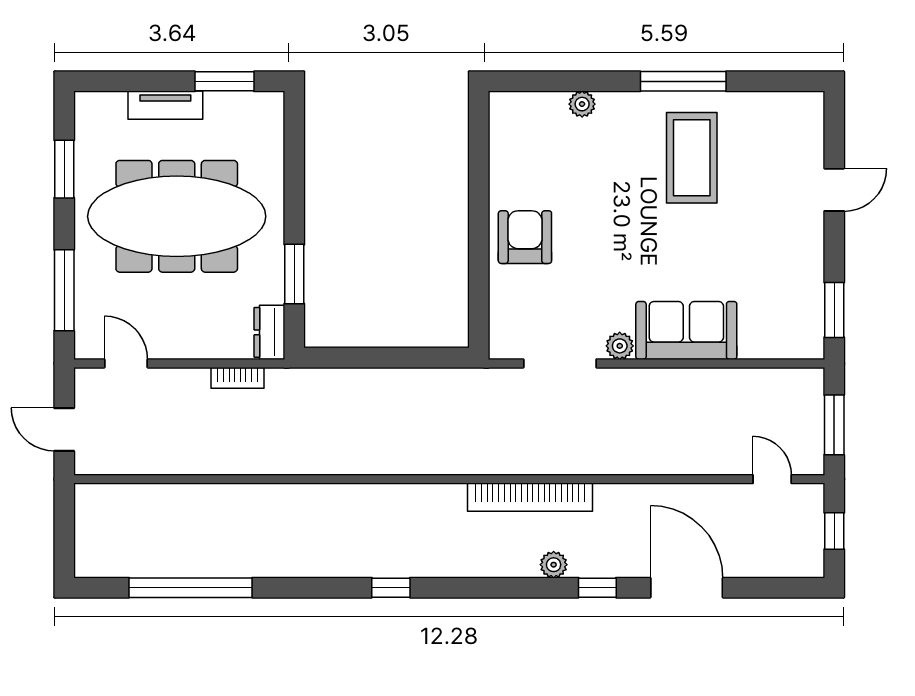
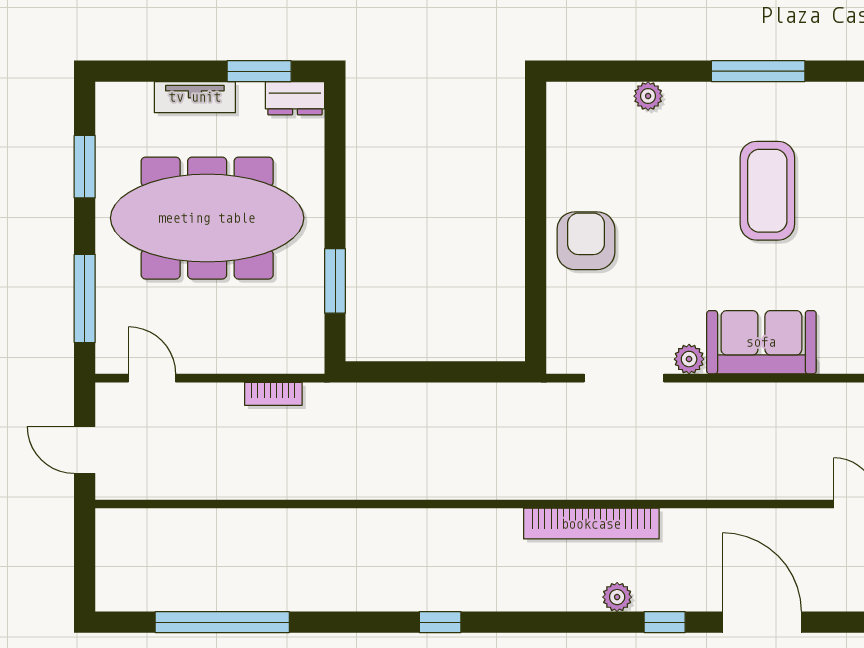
coffee table: (692, 158) -> (767, 191), moved
dresser: (269, 332) -> (295, 98), moved, turned -90

